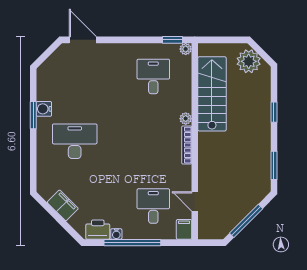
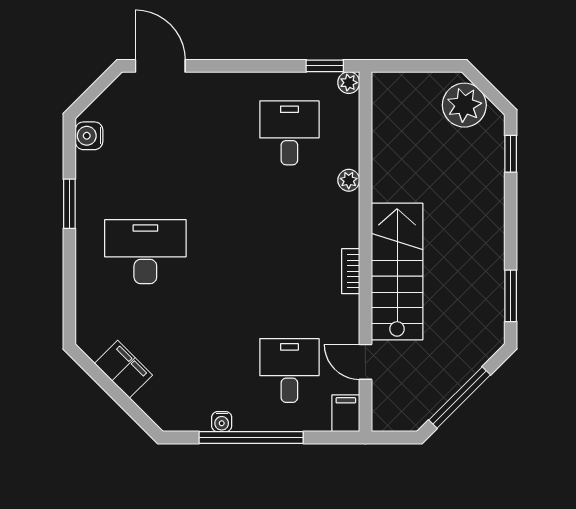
stairs: (212, 94) -> (397, 272), moved
water cooler: (44, 109) -> (89, 136), moved
window: (274, 112) -> (511, 154), moved
plant: (186, 119) -> (349, 180), moved
bookcase: (187, 145) -> (351, 271), width x0.64
printer: (98, 230) -> (188, 414), removed

